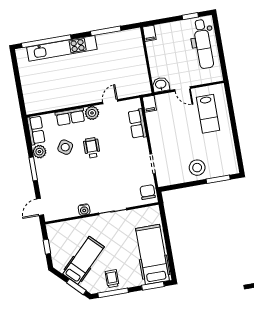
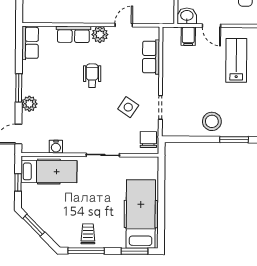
filing cabinet: (149, 104) -> (188, 36), moved
lab bench: (208, 114) -> (236, 60), turned 180
side table: (65, 147) -> (128, 107), moved
plant: (39, 152) -> (29, 104), moved
water cooler: (84, 210) -> (56, 147), moved
hospital bed: (83, 260) -> (49, 172), moved, turned 45
window: (76, 287) -> (34, 225), moved

